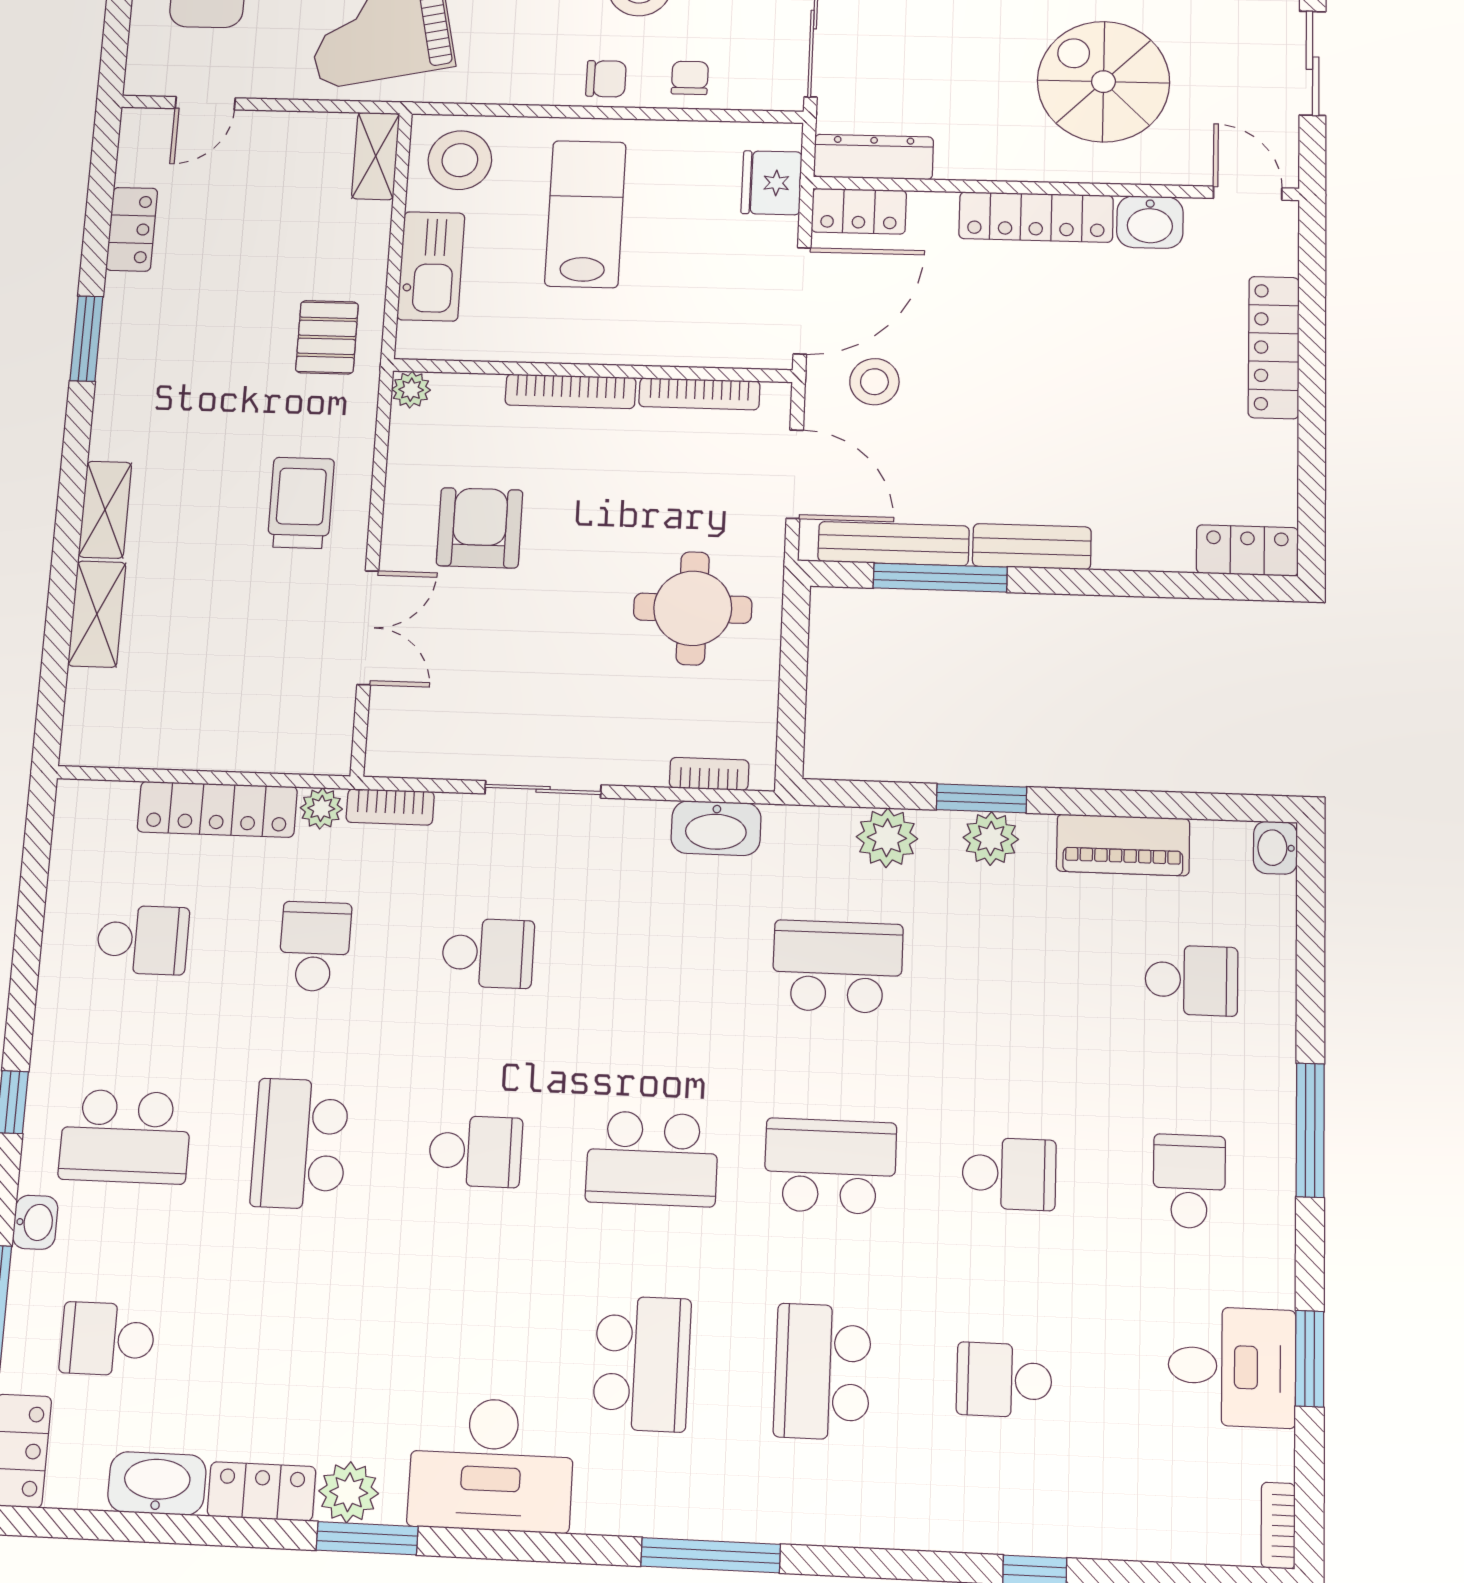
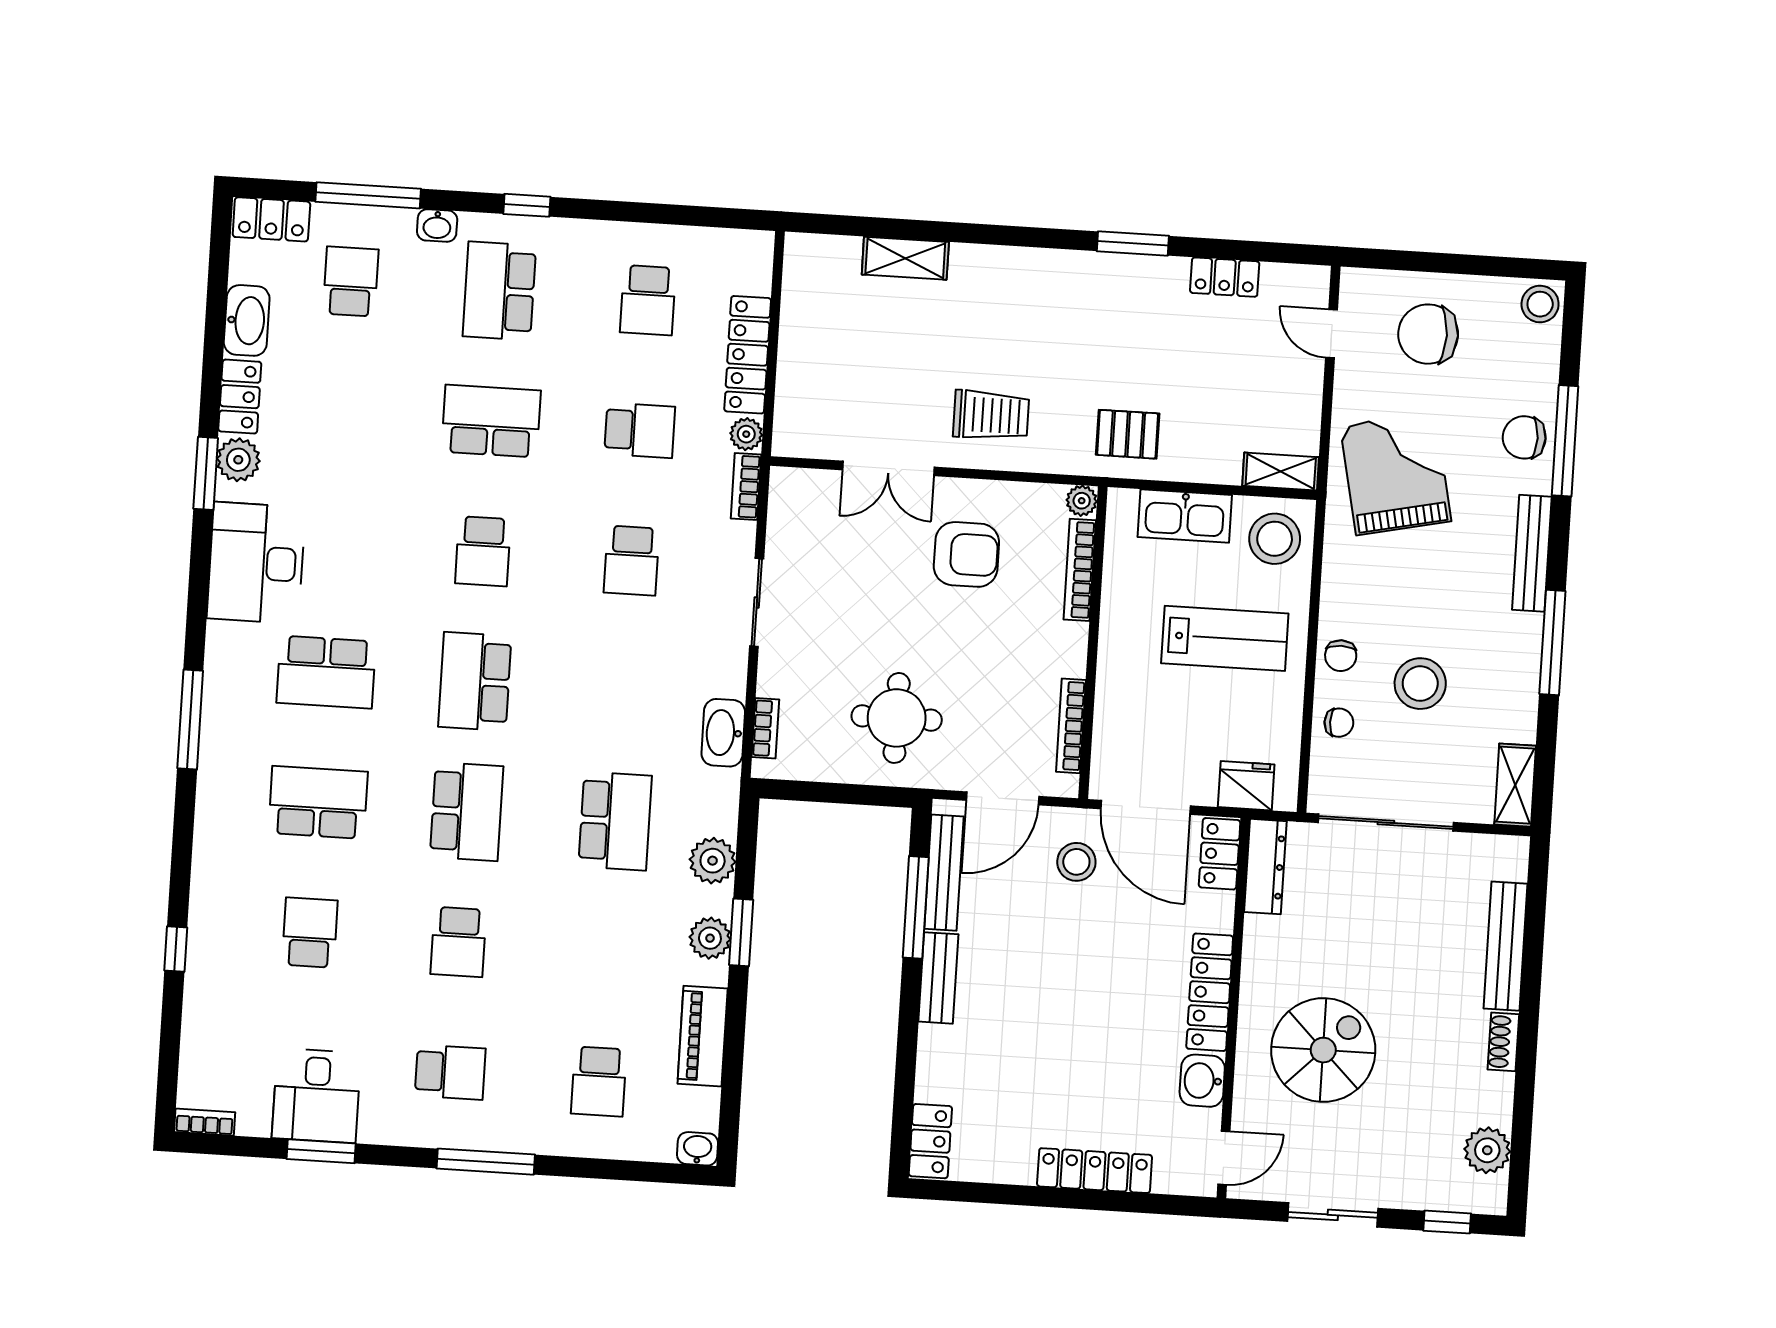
bookcase: (571, 391) -> (1080, 570), moved
shelving: (105, 510) -> (990, 262), removed

